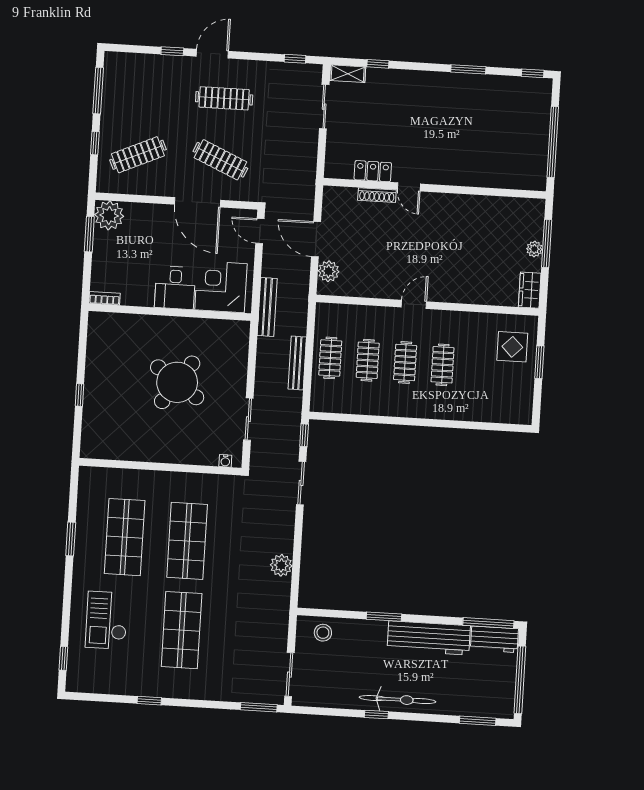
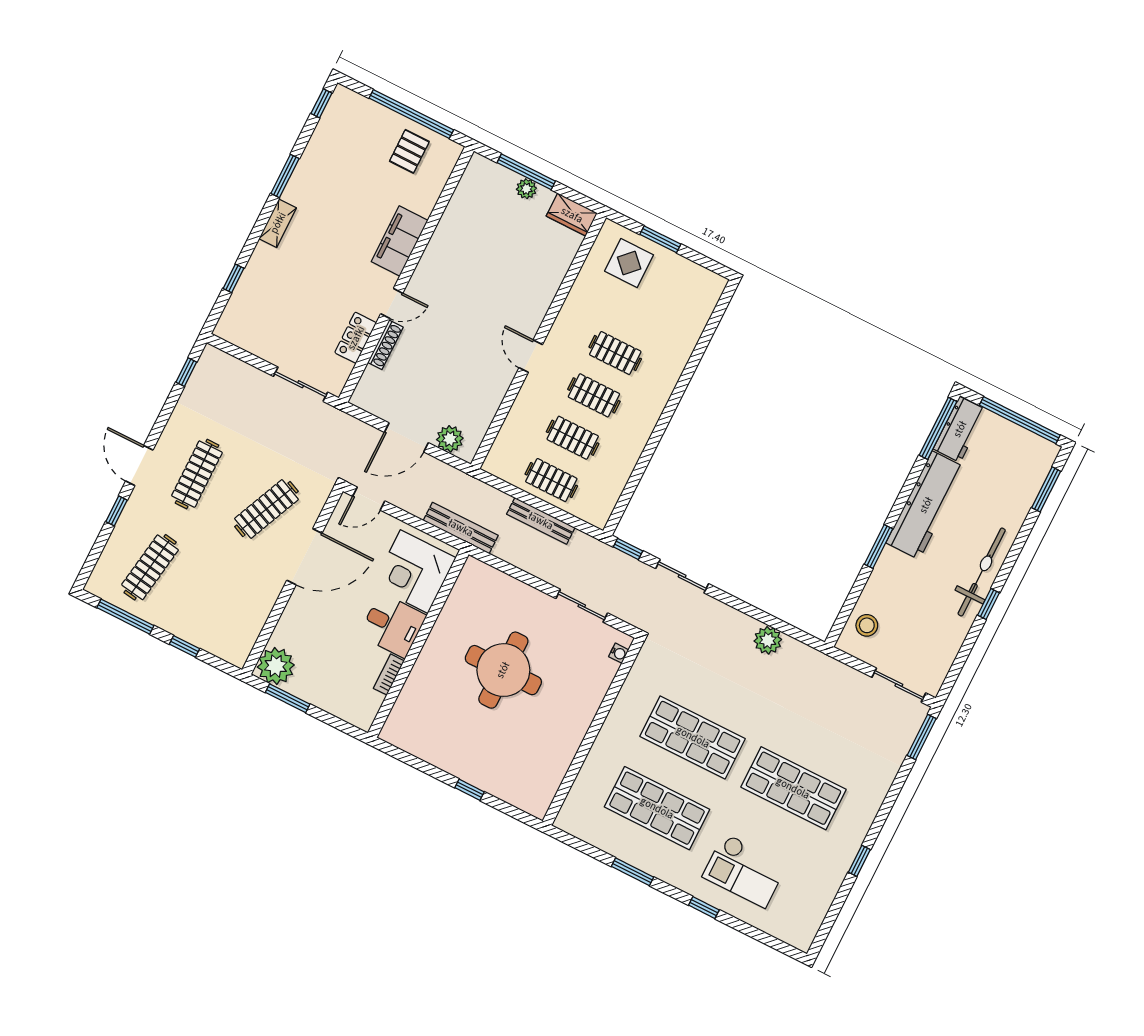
shelving: (348, 74) -> (278, 223), moved
sliding door: (324, 107) -> (301, 384), moved
pallet: (525, 152) -> (409, 151), added
clothes rail: (138, 155) -> (150, 567), moved, turned 33
filing cabinet: (457, 173) -> (400, 241), added
bookcase: (104, 298) -> (389, 675), moved
round table: (177, 382) -> (503, 670), turned -35
window: (63, 658) -> (704, 908), moved

